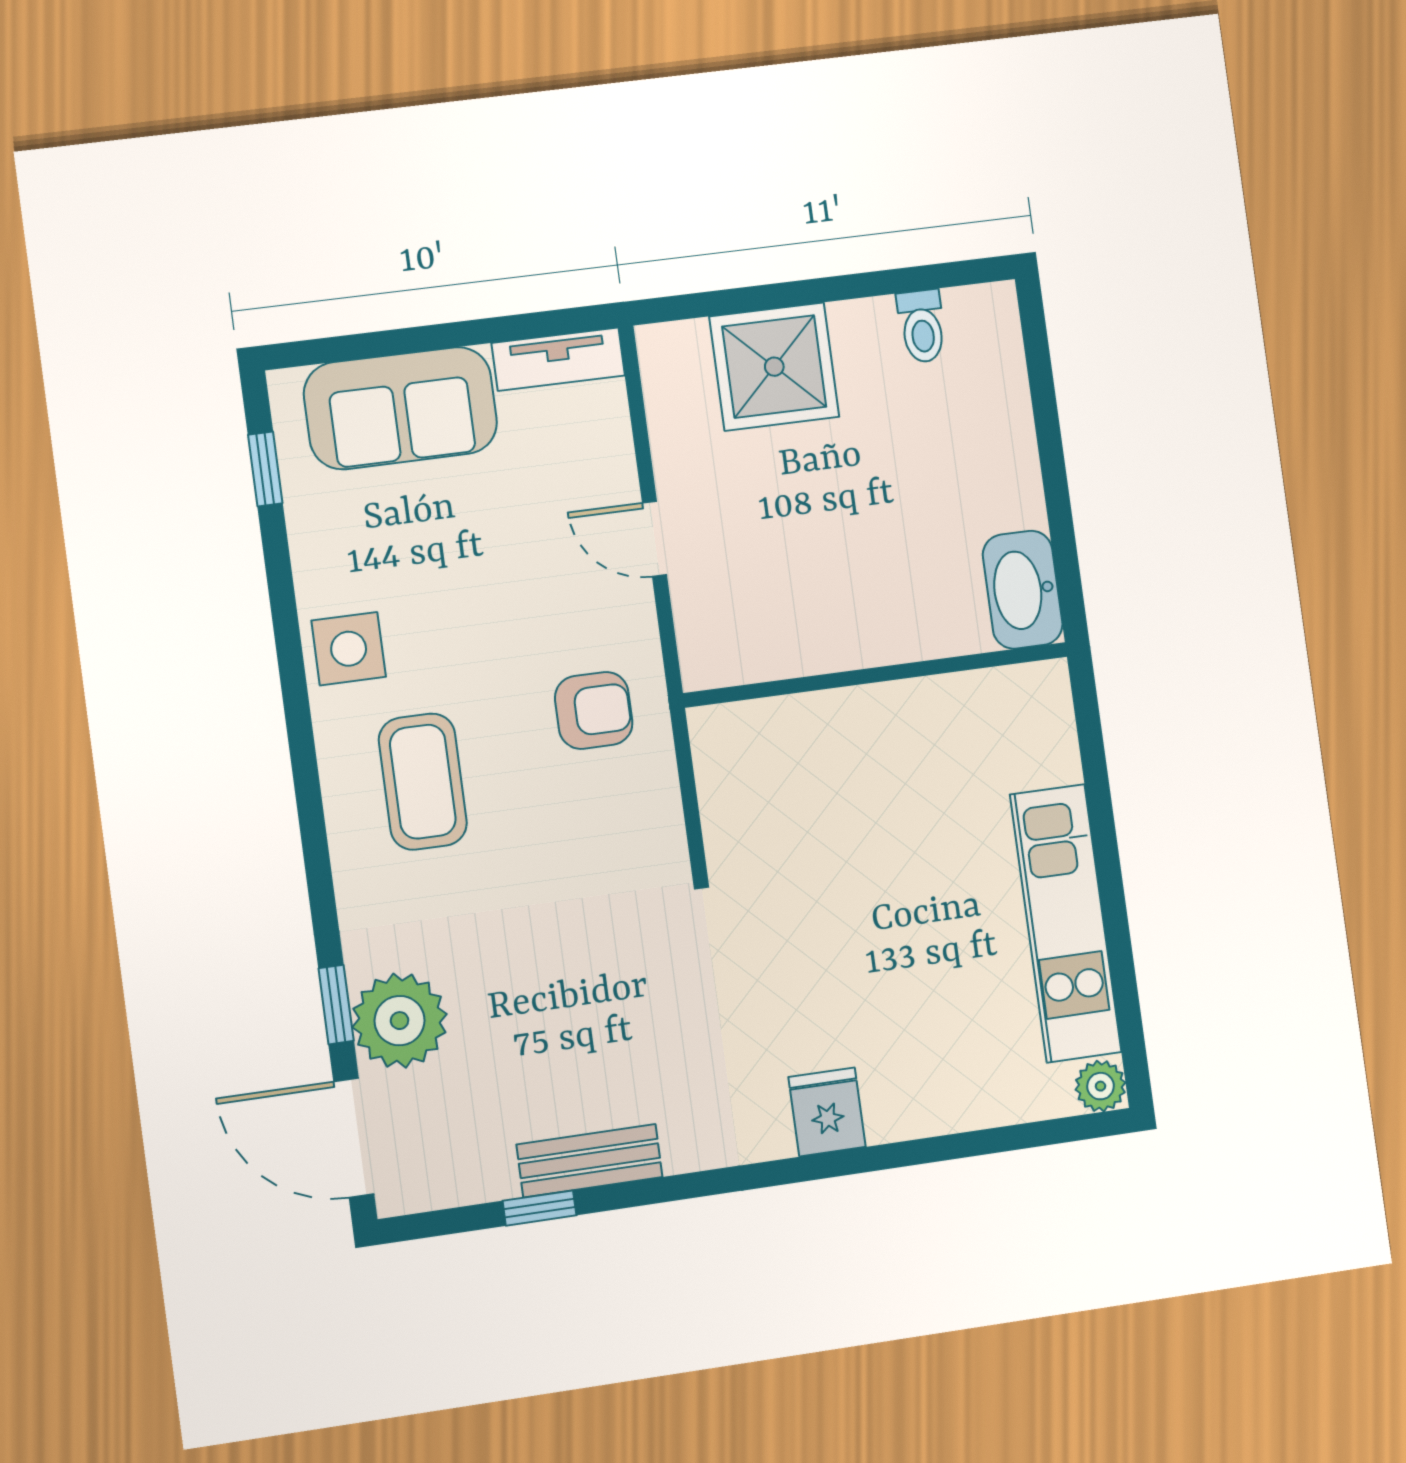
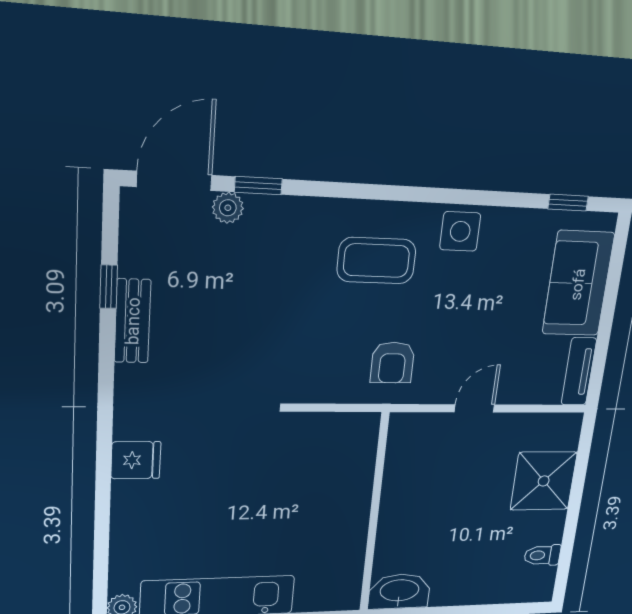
plant: (400, 1021) -> (228, 208), width x0.53, depth x0.53

